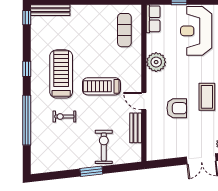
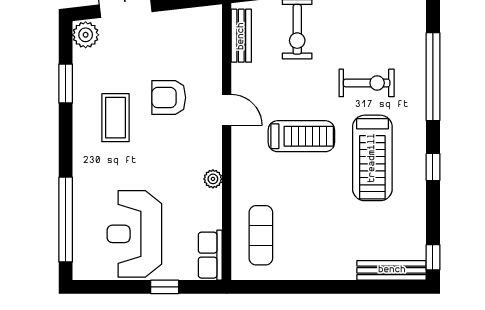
reception desk: (196, 31) -> (134, 234), turned 180
plant: (156, 62) -> (213, 179), width x0.53, depth x0.53
exercise bike: (64, 117) -> (367, 83), width x1.38, depth x1.39
bench: (136, 128) -> (241, 36), moved

